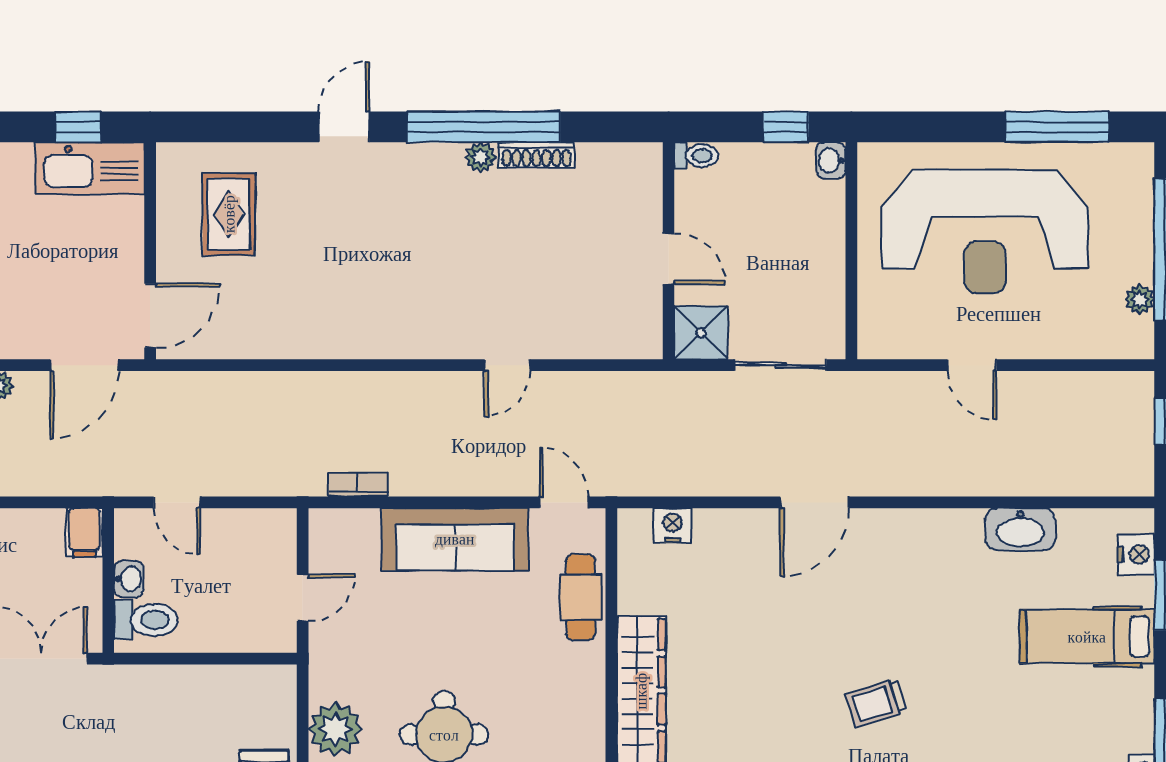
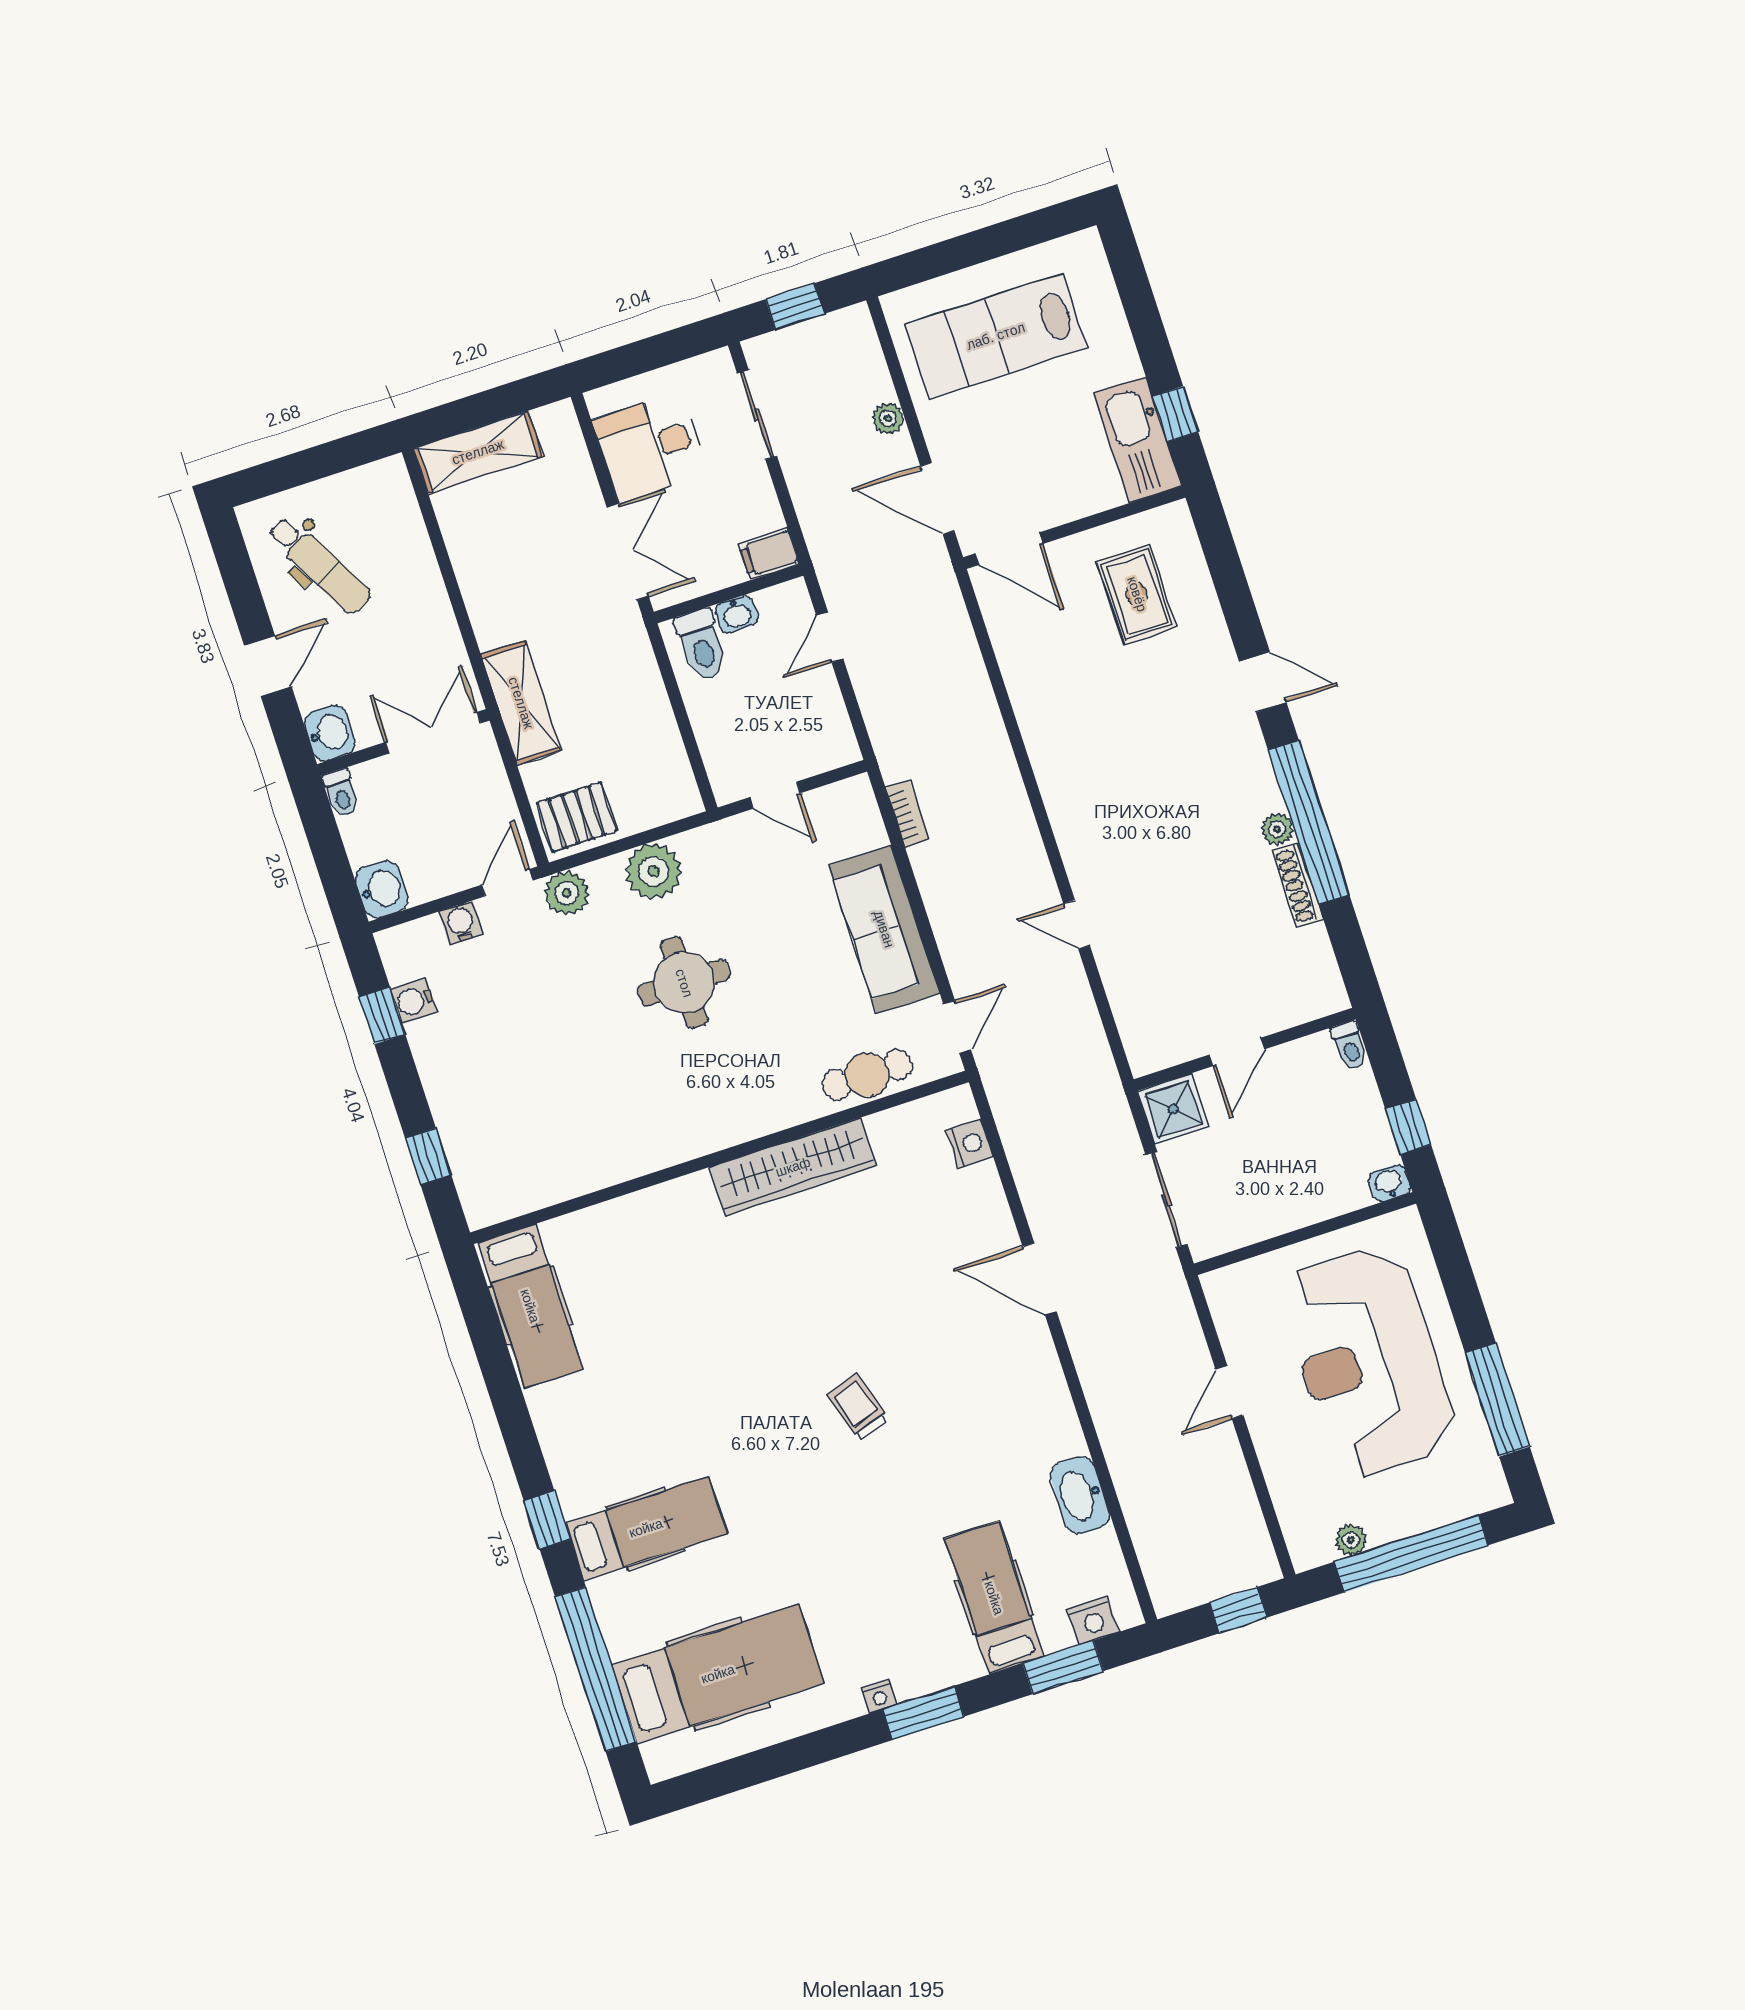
rug: (229, 214) -> (1137, 594), turned 90

